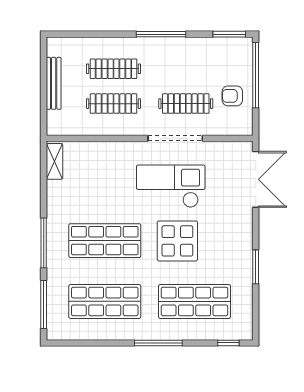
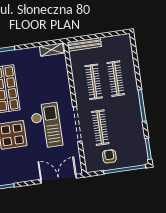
bench: (54, 83) -> (84, 44), moved
double door: (256, 179) -> (59, 179), swing flipped

